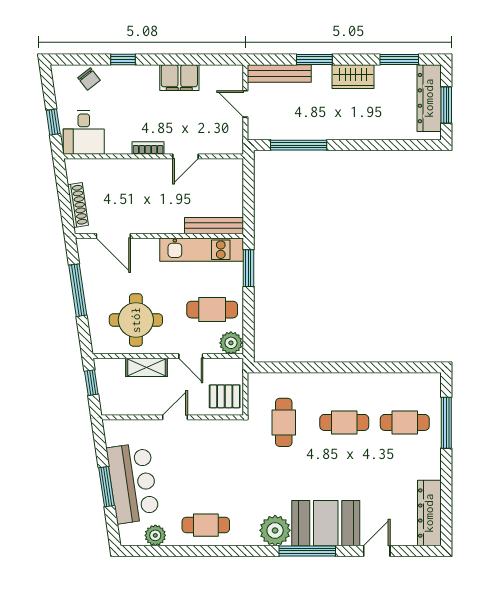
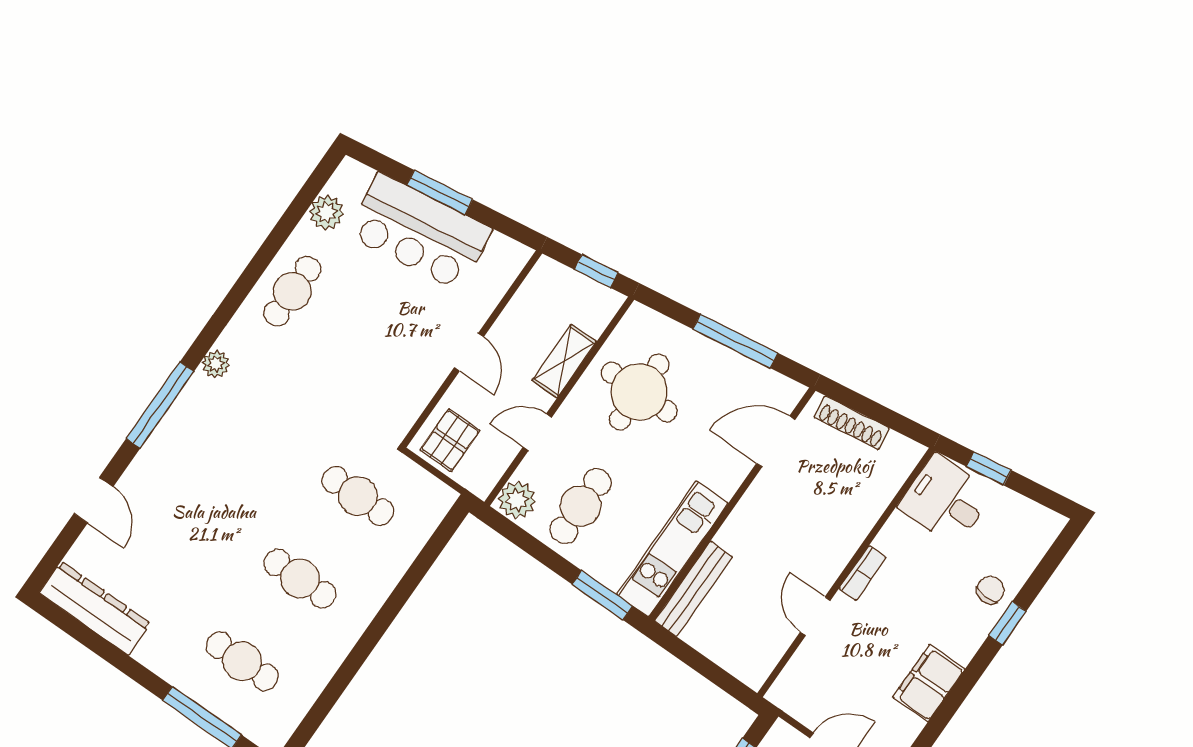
chair: (89, 79) -> (990, 590), moved, turned 131
cafe table: (344, 422) -> (300, 579), turned 90
cafe table: (405, 422) -> (242, 661), turned 90
booth: (326, 523) -> (180, 457), removed
plant: (275, 530) -> (216, 364), width x0.53, depth x0.53

